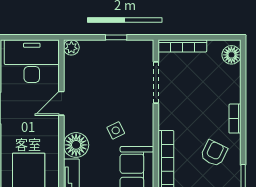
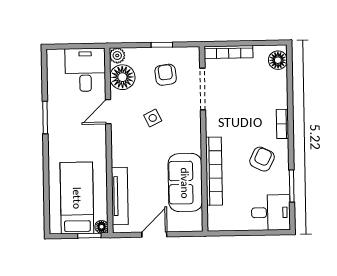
desk: (32, 61) -> (85, 70), width x0.73
armchair: (119, 67) -> (166, 75), added
side table: (116, 130) -> (153, 118), moved
floor lamp: (76, 145) -> (122, 77), moved

